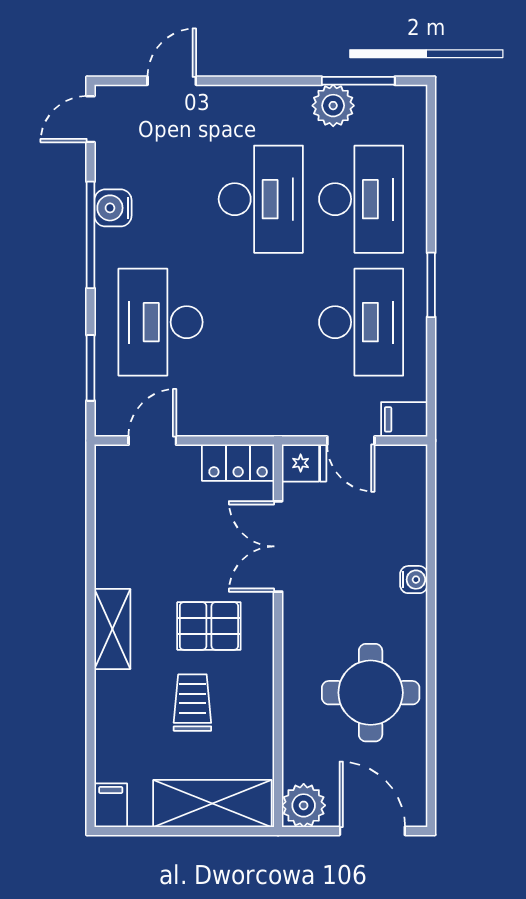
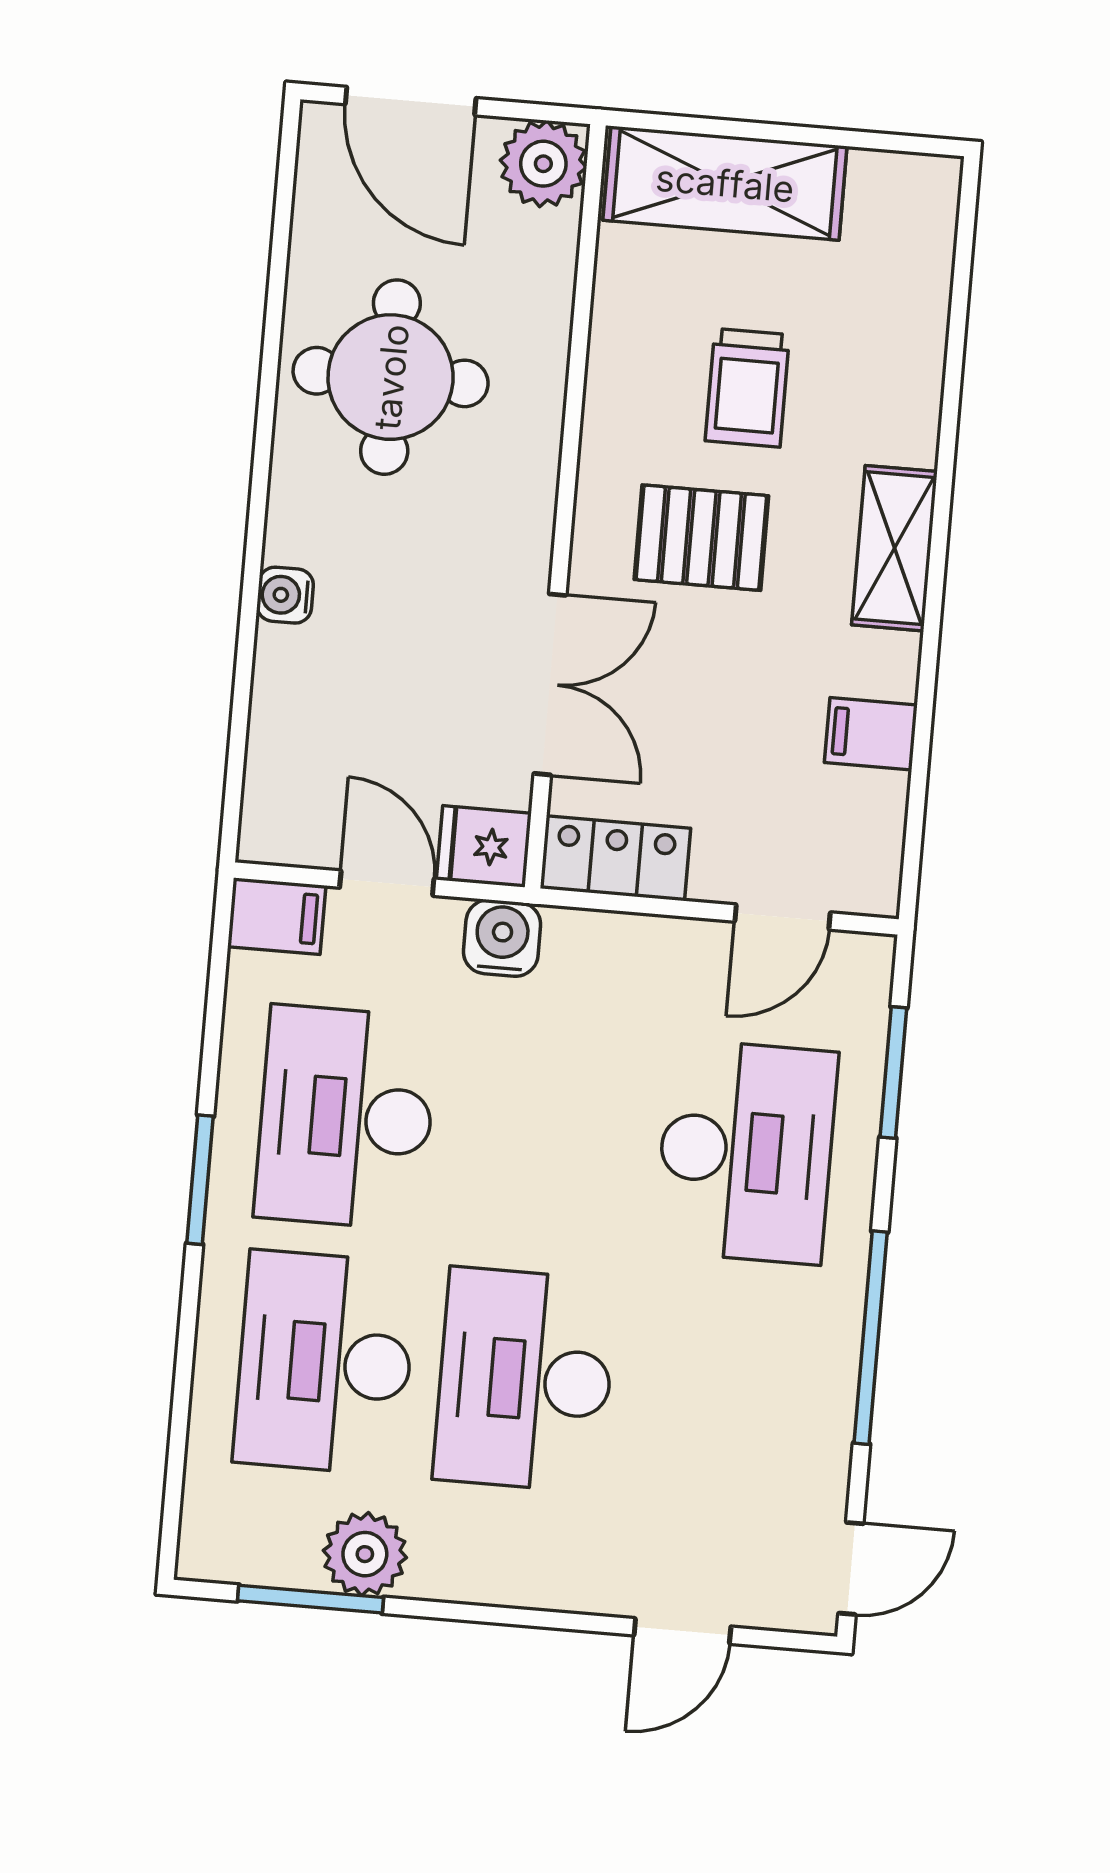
water cooler: (113, 208) -> (502, 938), moved, turned -90
filing cabinet: (111, 805) -> (871, 734), moved, turned 90

